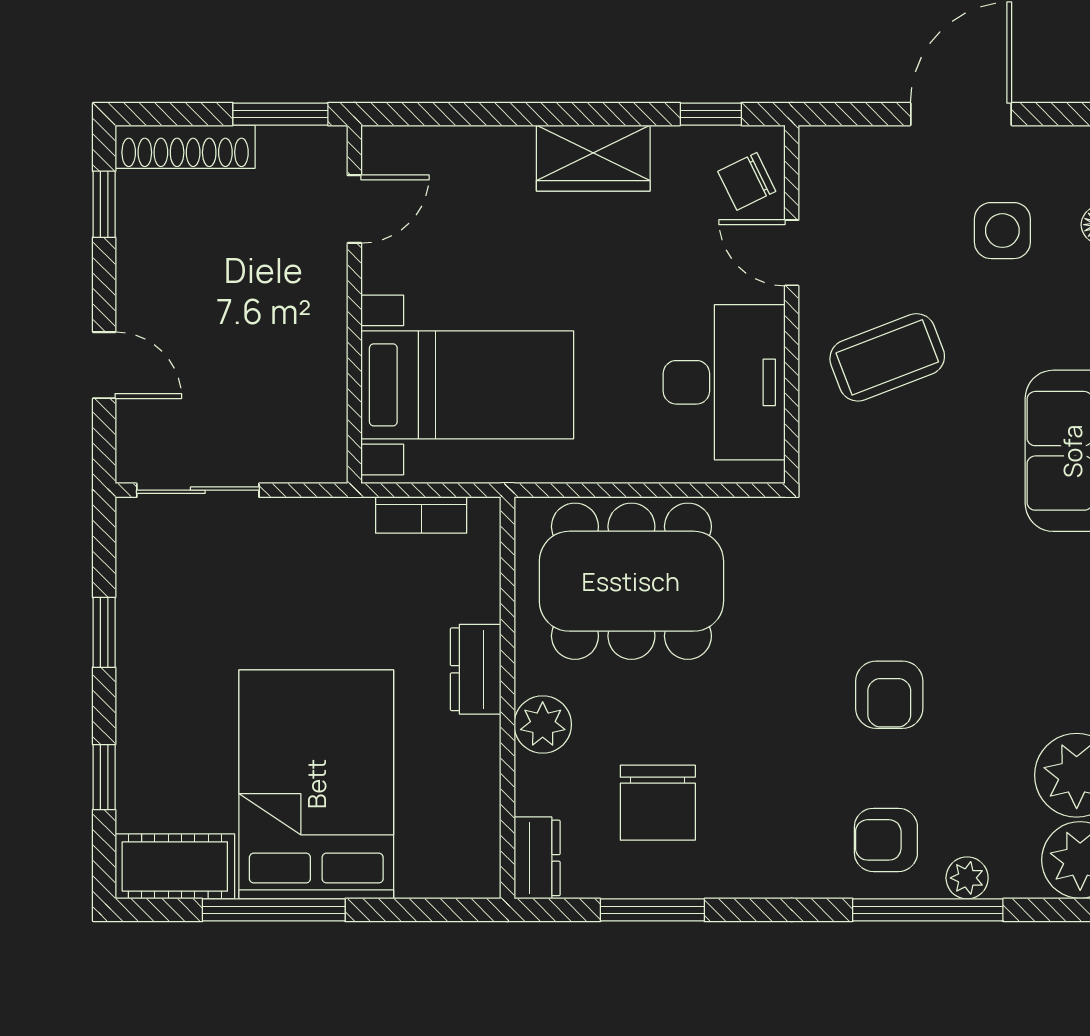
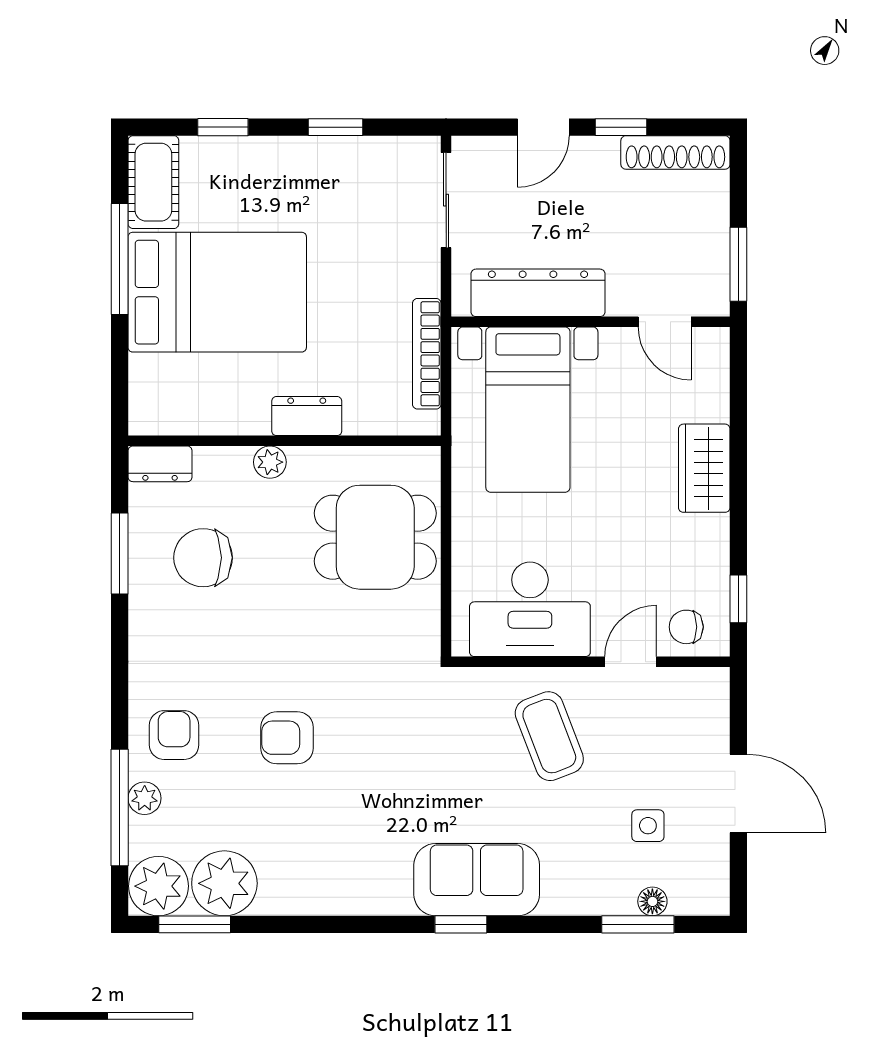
shoe rack: (185, 147) -> (675, 152), moved, turned -90
wardrobe: (593, 158) -> (704, 468), moved
chair: (747, 181) -> (686, 627), turned -64
window: (104, 204) -> (621, 127), moved
side table: (1002, 231) -> (648, 826), width x0.73, depth x0.73
dresser: (317, 372) -> (538, 293), added
bookcase: (421, 515) -> (427, 354), width x1.56
dining table: (631, 581) -> (375, 537), width x0.73
plant: (543, 725) -> (270, 462), width x0.73, depth x0.73
window: (928, 910) -> (120, 808), moved

